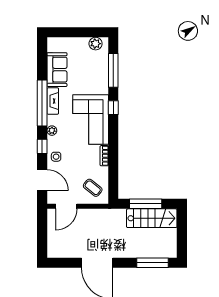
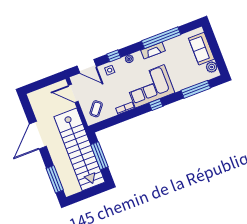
sofa: (57, 70) -> (201, 49), moved, turned 90
window: (42, 103) -> (161, 38), moved
window: (113, 108) -> (156, 105), moved
door: (42, 180) -> (87, 66), hinge flipped
stairs: (152, 218) -> (79, 149), width x1.86, depth x1.51

